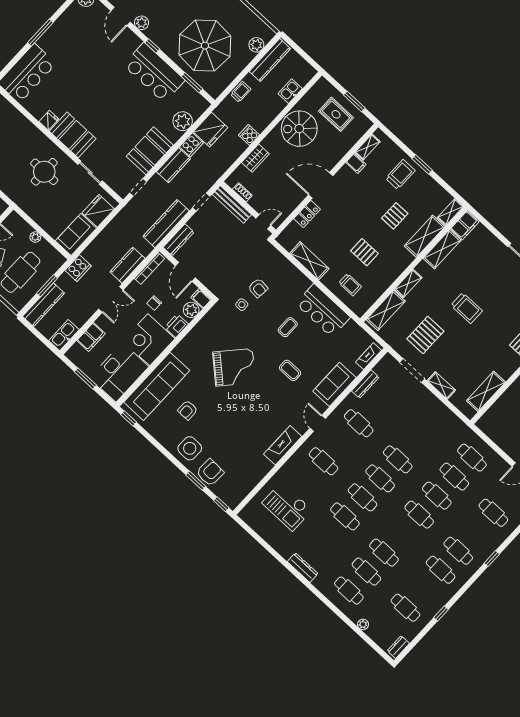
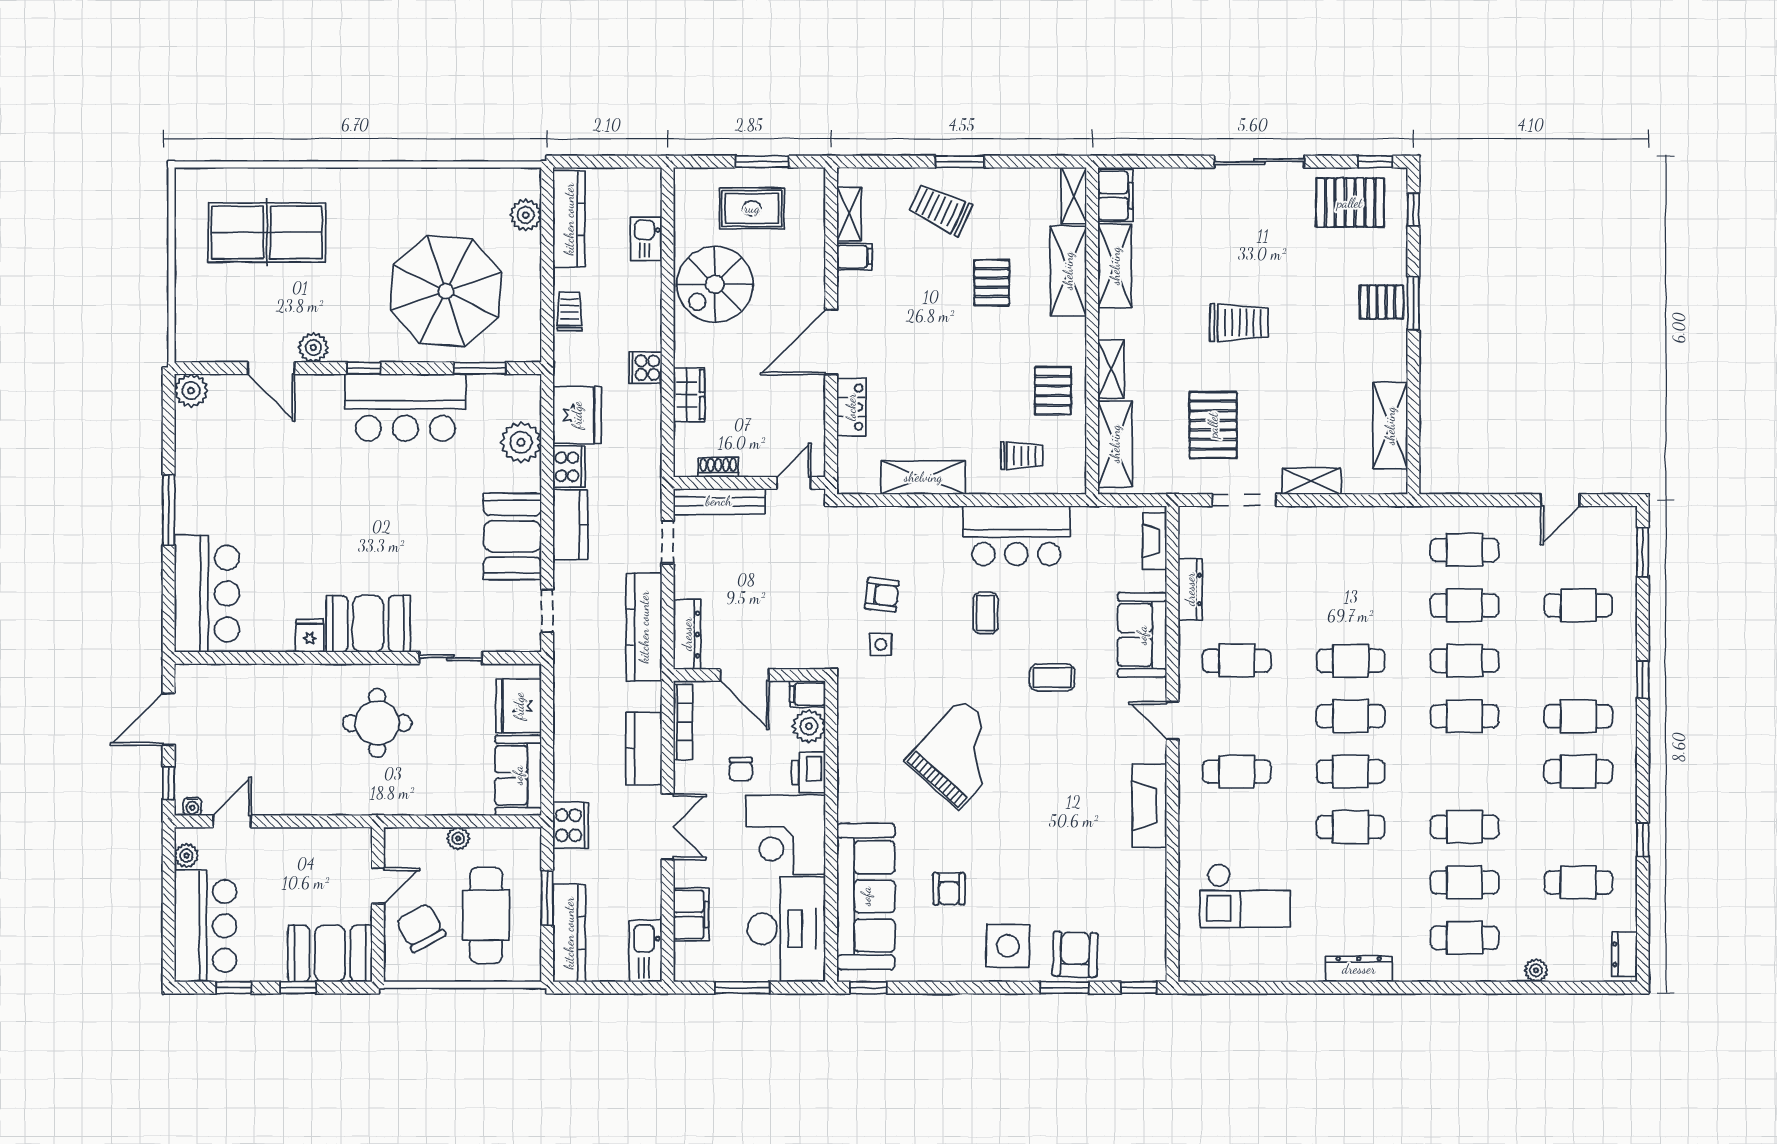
trolley: (400, 174) -> (940, 209), turned -65
pallet: (364, 252) -> (1053, 391), moved, turned 90

